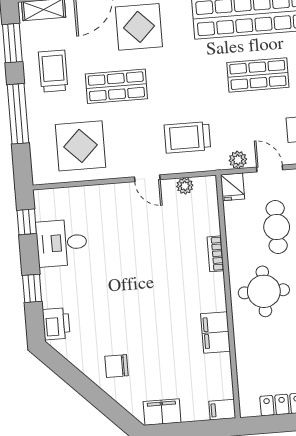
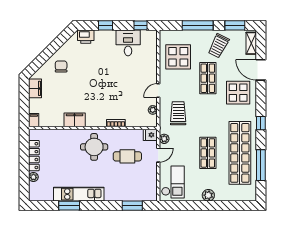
trolley: (53, 71) -> (219, 46), turned 117

